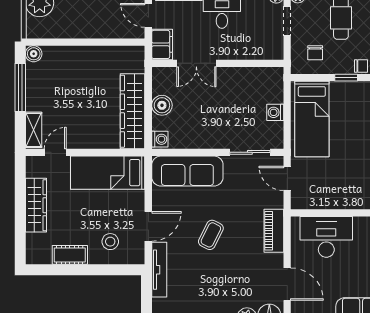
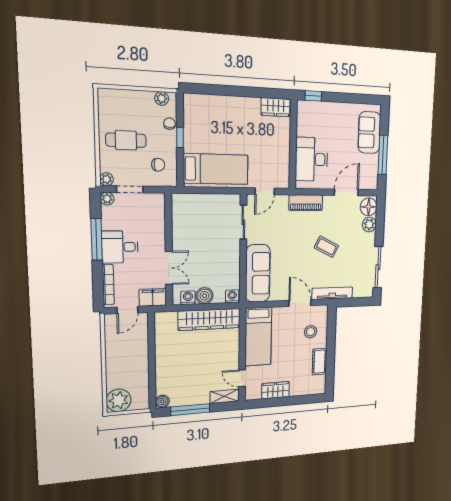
washing machine: (275, 112) -> (188, 298), moved, turned 180
wardrobe: (36, 205) -> (275, 390), width x0.67
coffee table: (211, 235) -> (326, 247), moved

